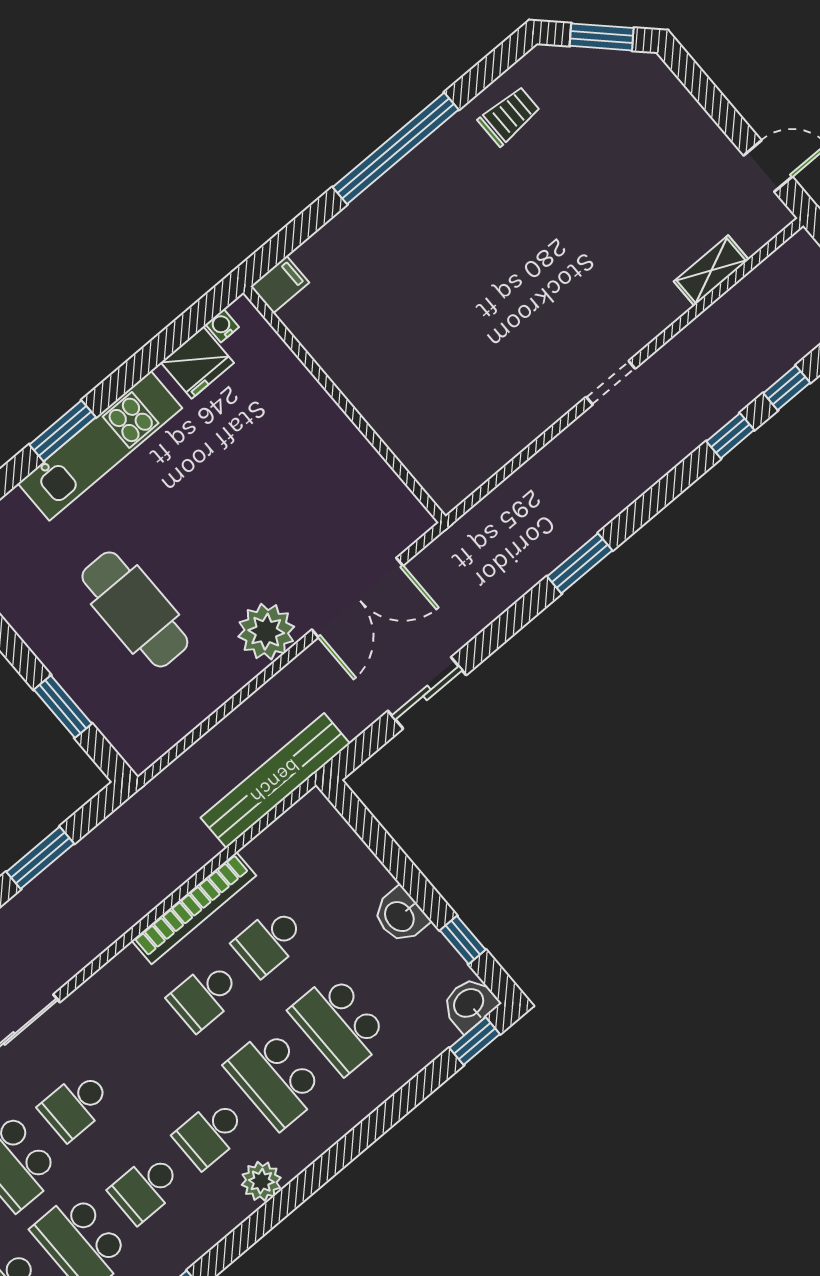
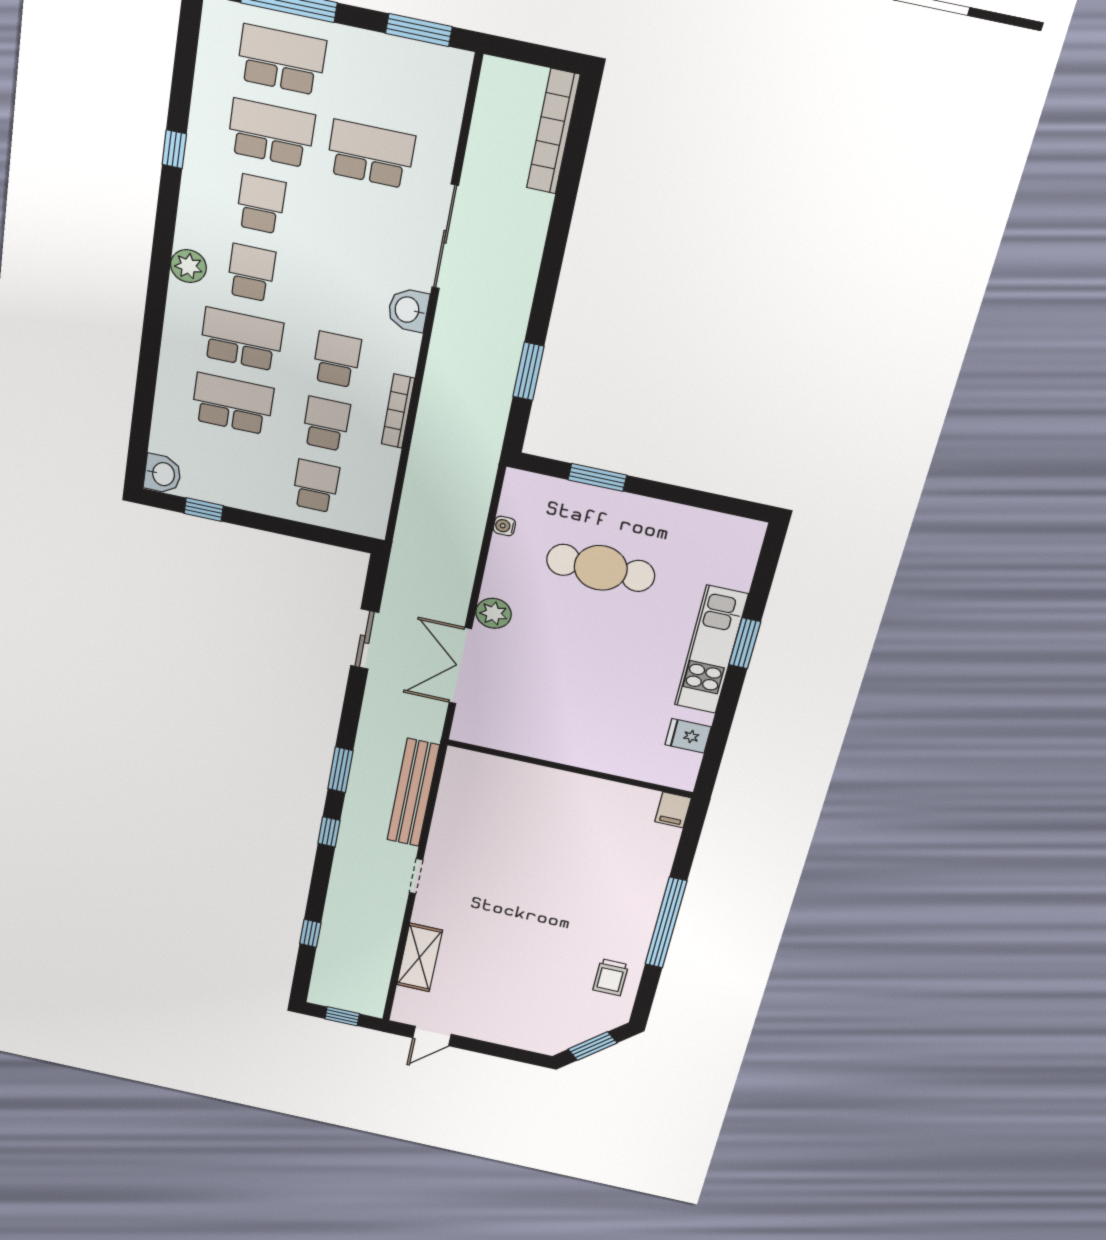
shelving: (711, 271) -> (419, 958), width x1.50, depth x1.33
water cooler: (222, 326) -> (504, 526), moved, turned 180
fridge: (197, 363) -> (688, 736), width x0.72
window: (730, 436) -> (329, 832), moved
plant: (266, 632) -> (493, 613), width x0.73, depth x0.73
bench: (275, 781) -> (413, 793), moved
bookcase: (194, 908) -> (398, 411), width x0.68, depth x0.76
washbasin: (400, 916) -> (408, 310), moved, turned -90
window: (475, 1041) -> (138, 454), removed
school desk: (75, 1105) -> (316, 486), moved

